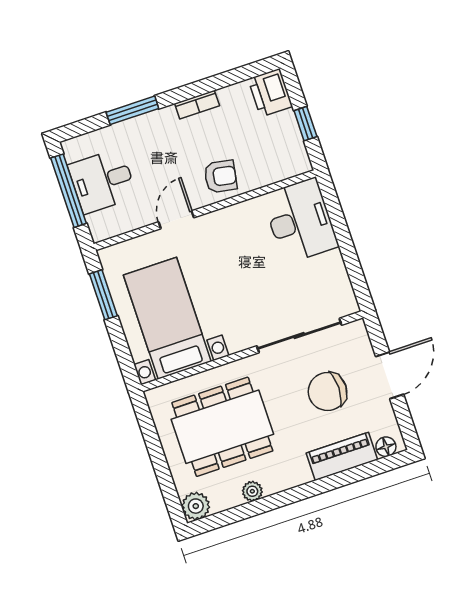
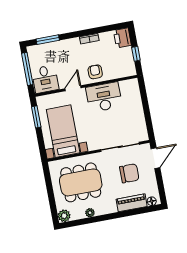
window: (132, 110) -> (48, 40), moved
armchair: (220, 177) -> (95, 72), turned -100
desk: (102, 181) -> (45, 79), moved, turned -90
desk: (300, 221) -> (104, 97), moved, turned -90
door: (390, 375) -> (155, 158), moved
chair: (328, 392) -> (129, 173), turned 180

